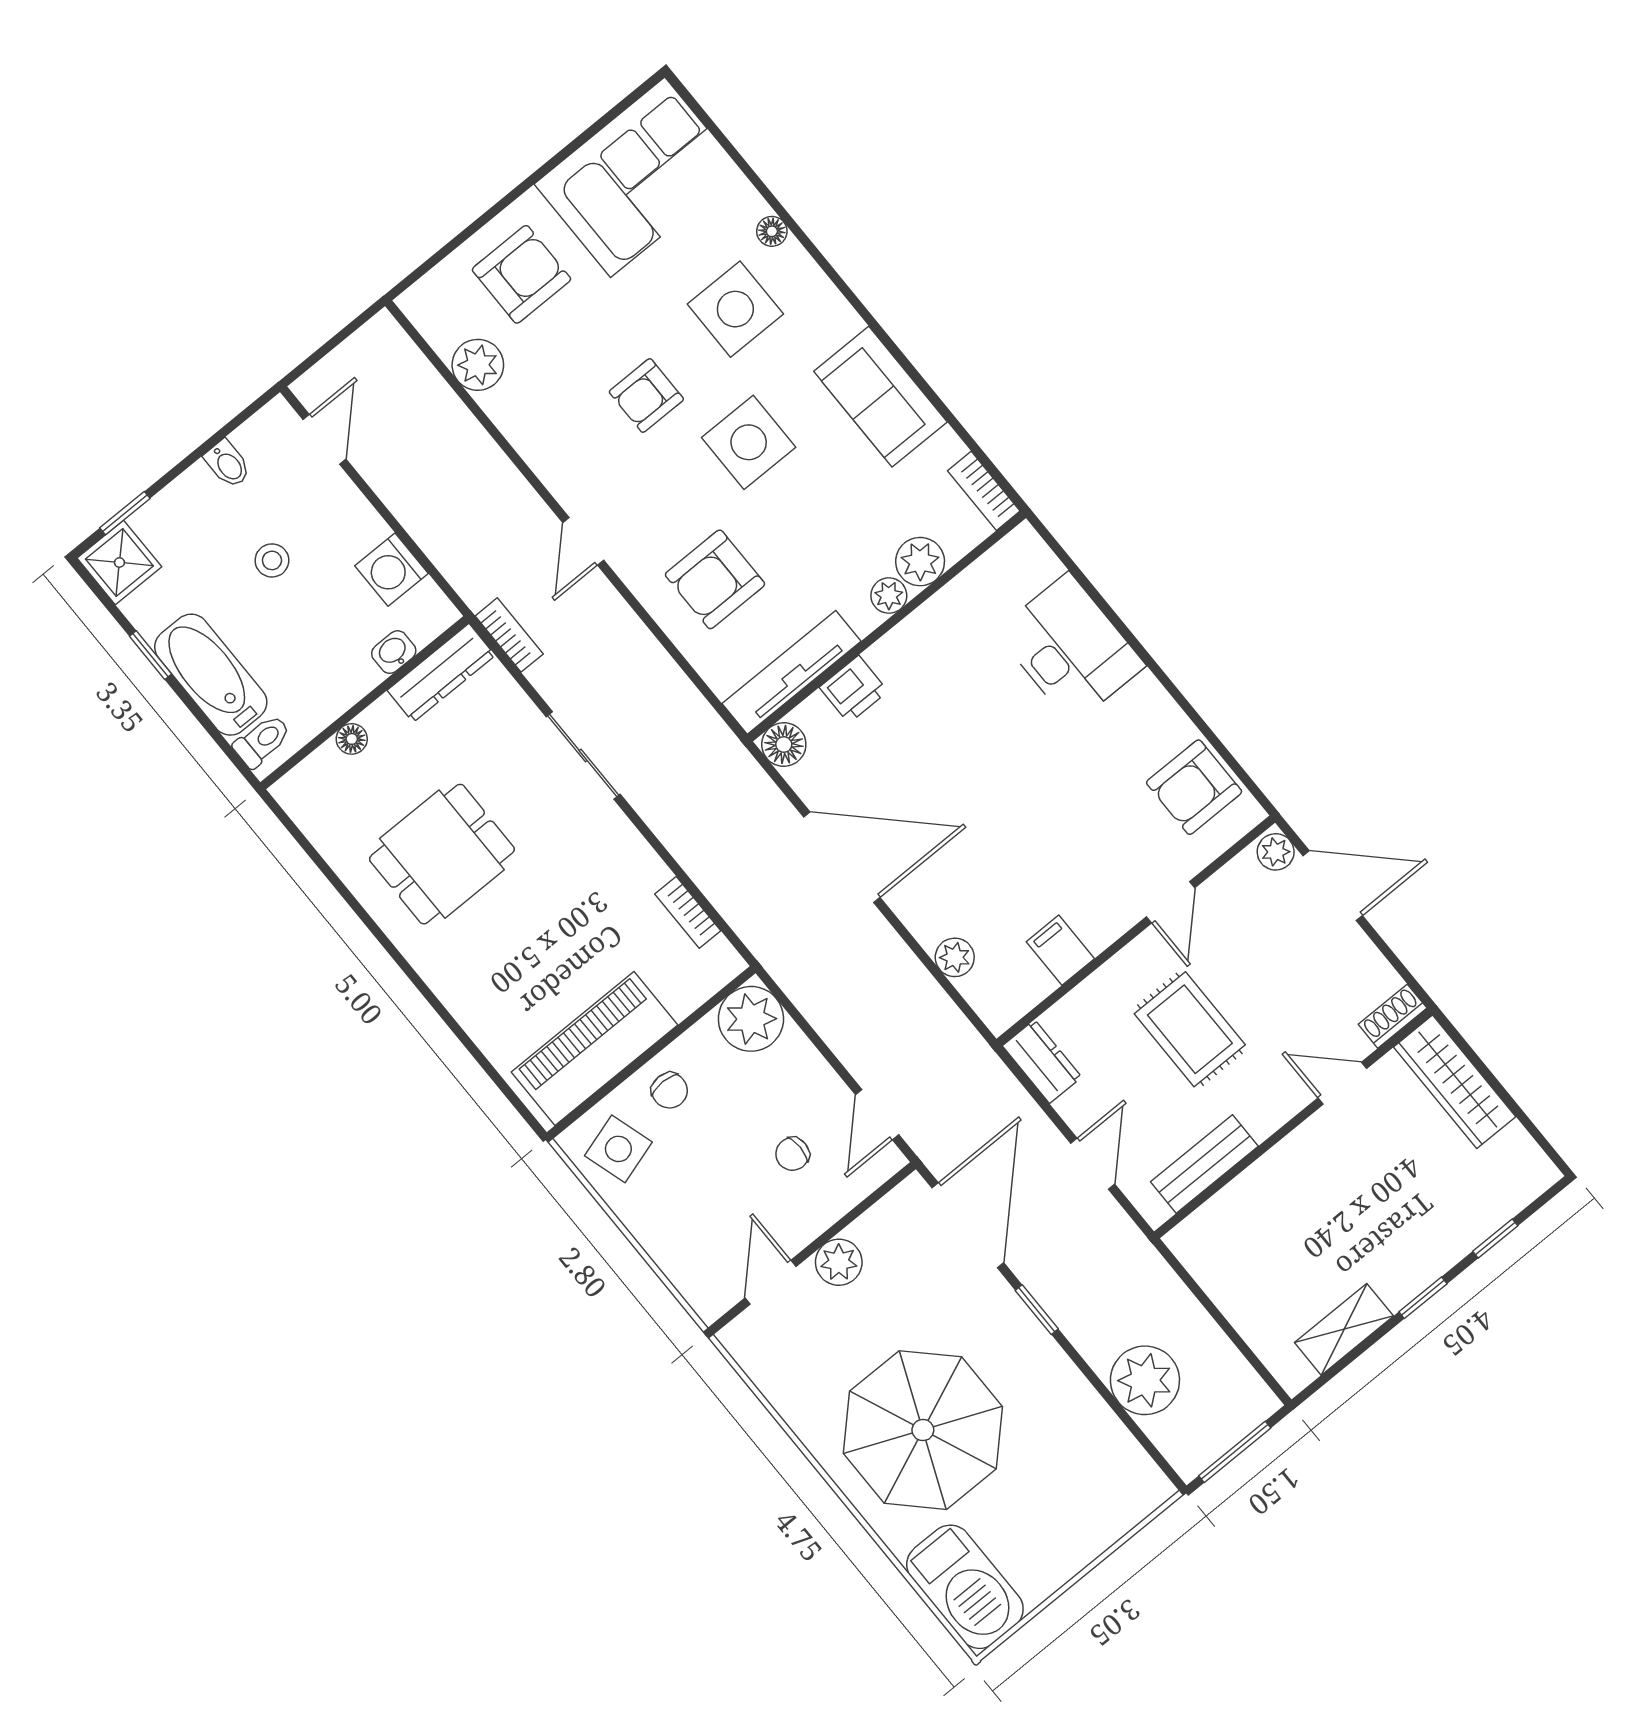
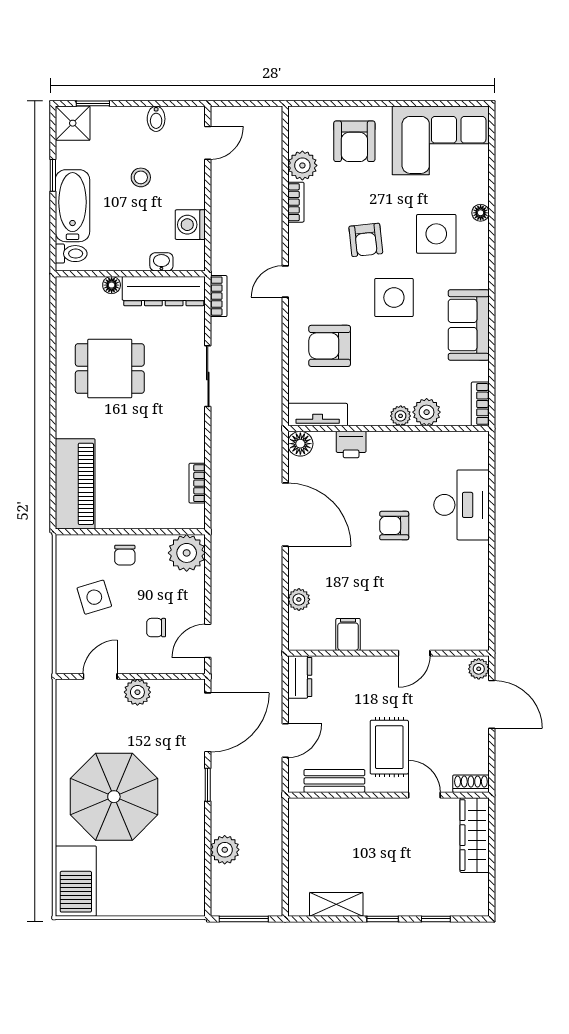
armchair: (521, 274) -> (354, 141), turned 90
armchair: (646, 396) -> (366, 240), turned -96
bookcase: (510, 422) -> (296, 202), added
tv unit: (792, 672) -> (318, 415), width x0.71
dresser: (441, 673) -> (164, 291), width x1.37, depth x1.24
armchair: (1194, 787) -> (394, 526), moved, width x0.72, depth x0.72
rug: (1190, 1029) -> (389, 747), moved
piano: (595, 1048) -> (75, 484), moved, turned 90
side table: (618, 1149) -> (94, 597), moved
plant: (1145, 1380) -> (225, 850), width x0.73, depth x0.73

